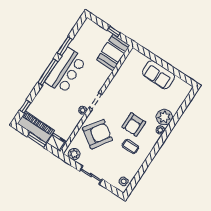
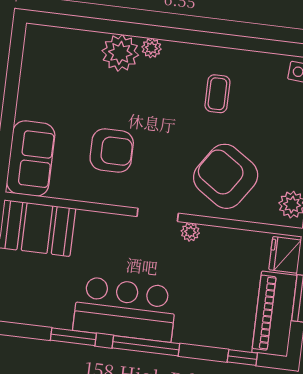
sofa: (158, 75) -> (31, 158), moved
armchair: (134, 125) -> (112, 151), moved

